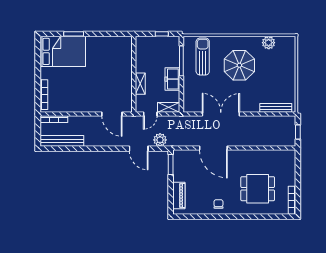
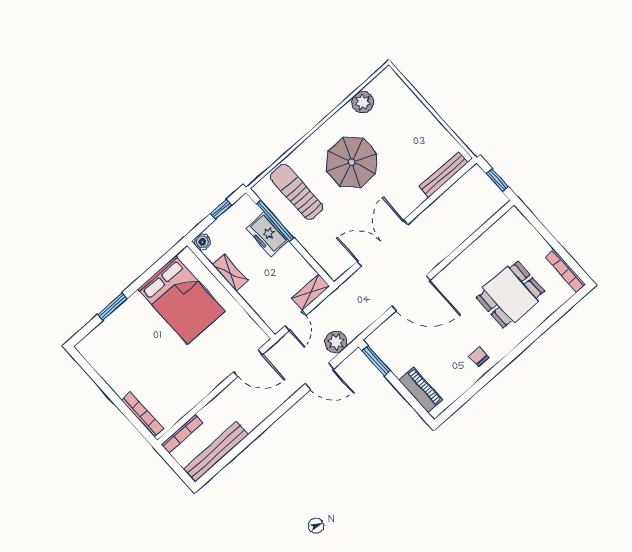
boiler: (140, 41) -> (202, 242), added
bed: (63, 51) -> (181, 300), moved, turned 90
freezer: (172, 79) -> (267, 234), moved
shelving: (140, 84) -> (230, 273), moved

